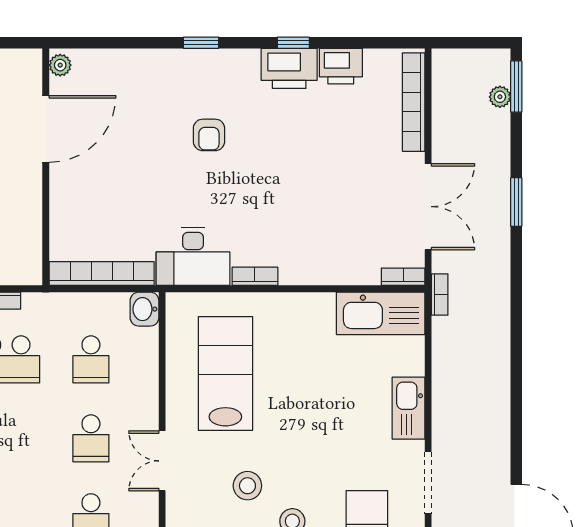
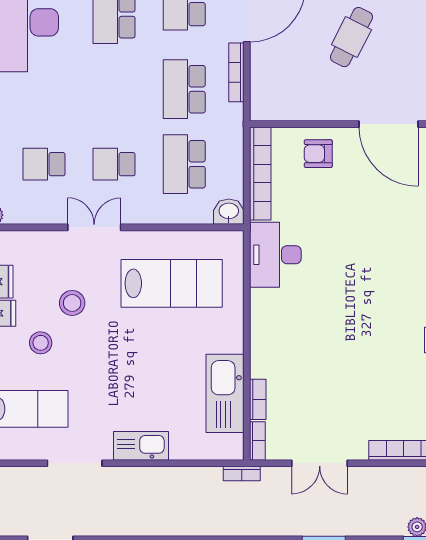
armchair: (209, 135) -> (318, 154), moved
double door: (428, 207) -> (320, 463), width x0.73
bookcase: (255, 276) -> (258, 399), moved
kitchen sink: (381, 313) -> (225, 393), moved
school desk: (91, 359) -> (184, 164), width x1.85

